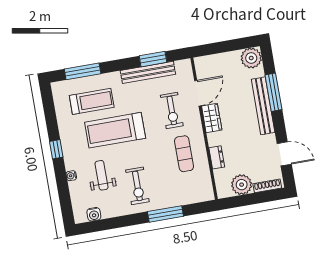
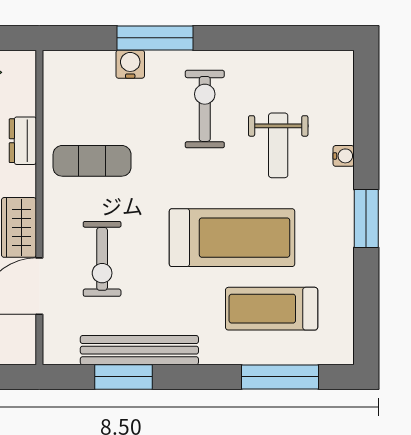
exercise bike: (172, 110) -> (102, 259), turned 180
window: (56, 149) -> (366, 219), width x1.50
exercise mat: (184, 154) -> (92, 161), turned 90
water cooler: (94, 214) -> (130, 64), moved

